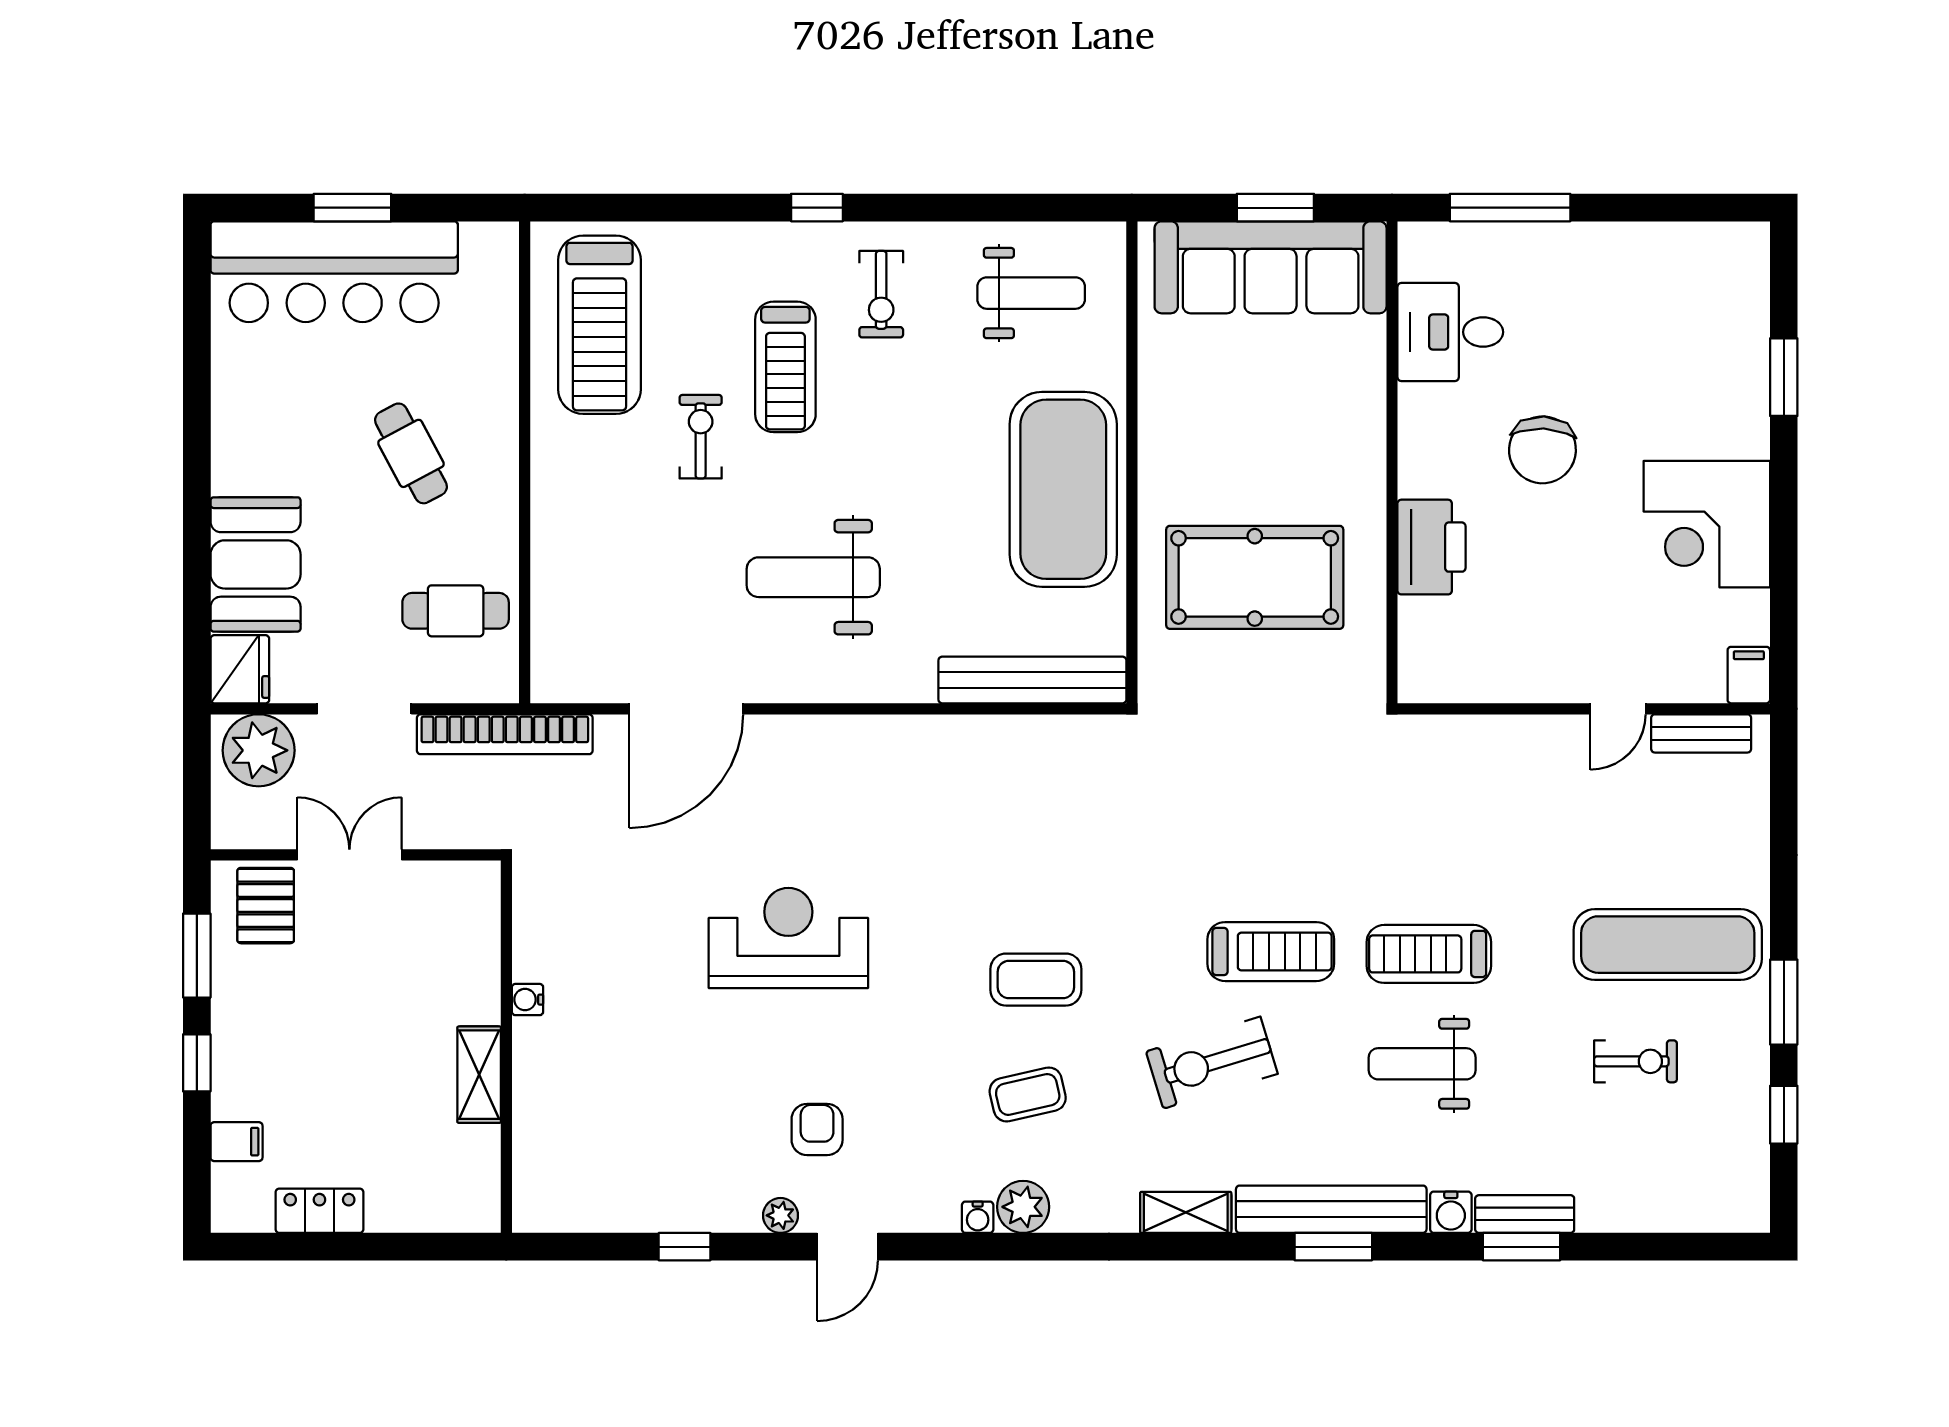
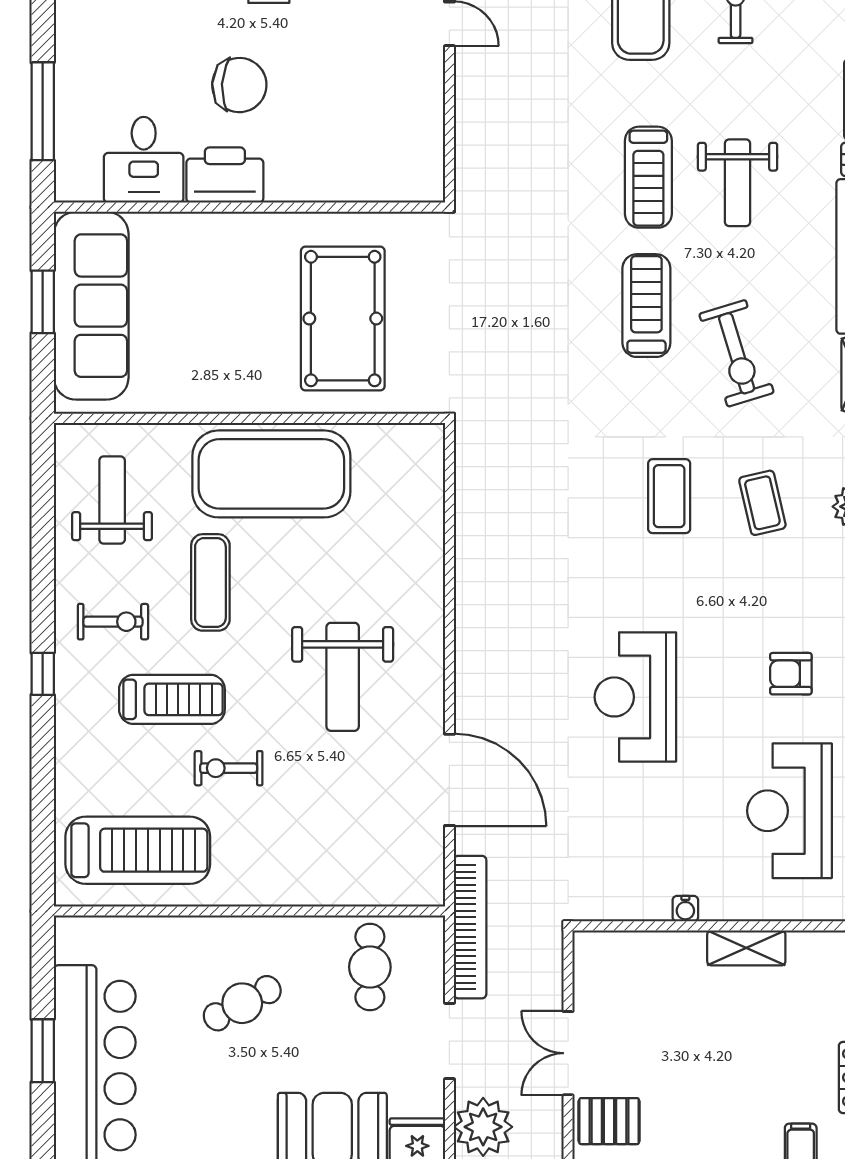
exercise mat: (930, 414) -> (210, 582), added
printer: (1431, 547) -> (225, 175), moved
bench: (1032, 680) -> (426, 499), removed
reception desk: (648, 1128) -> (789, 811), added

